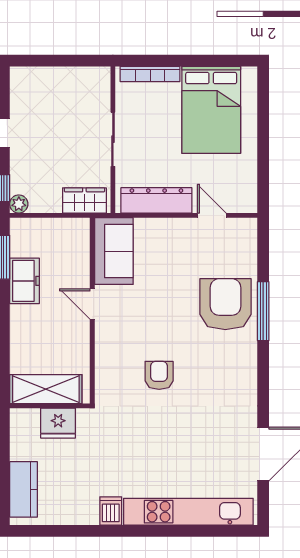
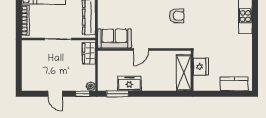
armchair: (159, 375) -> (177, 16), turned 180
dishwasher: (111, 511) -> (245, 40), removed

